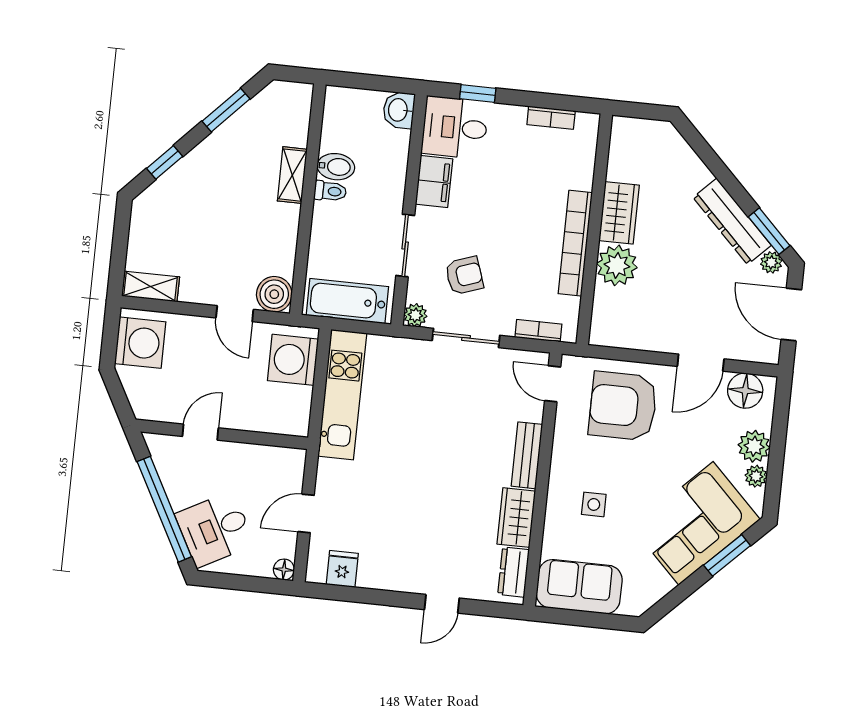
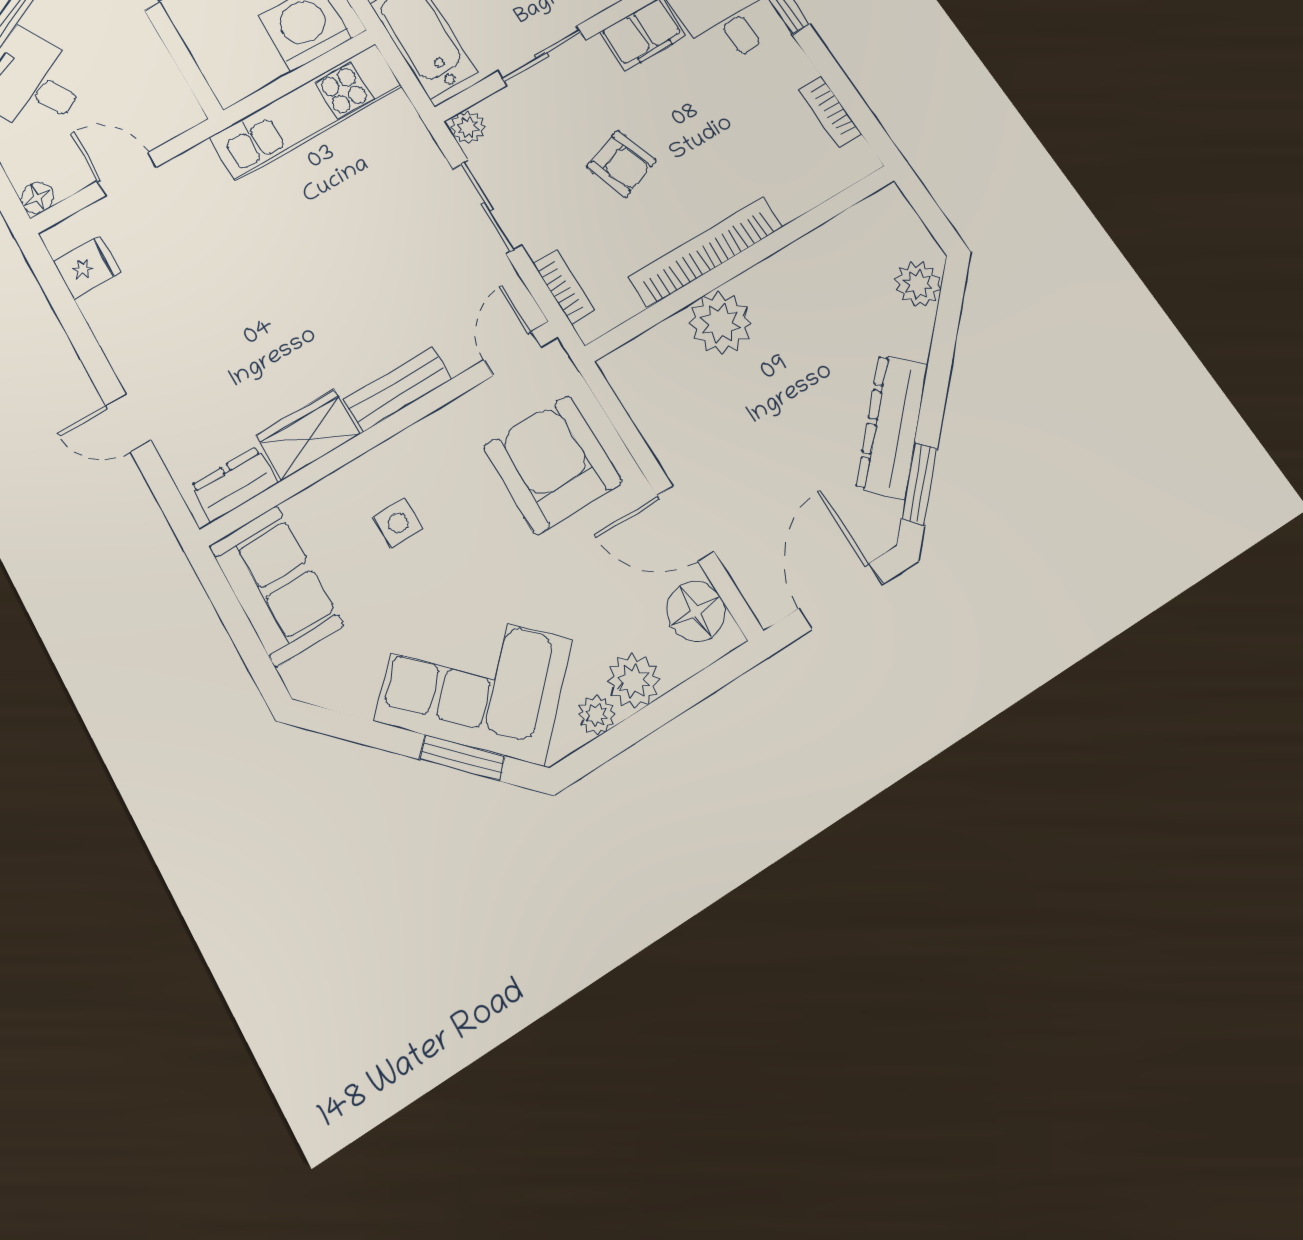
wardrobe: (619, 213) -> (786, 277), removed
plant: (771, 262) -> (918, 284), moved, width x1.38, depth x1.38
armchair: (464, 275) -> (621, 164), moved

